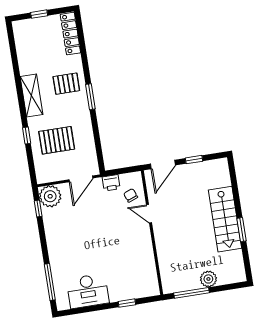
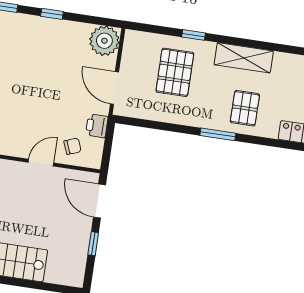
window: (38, 209) -> (52, 14), moved

